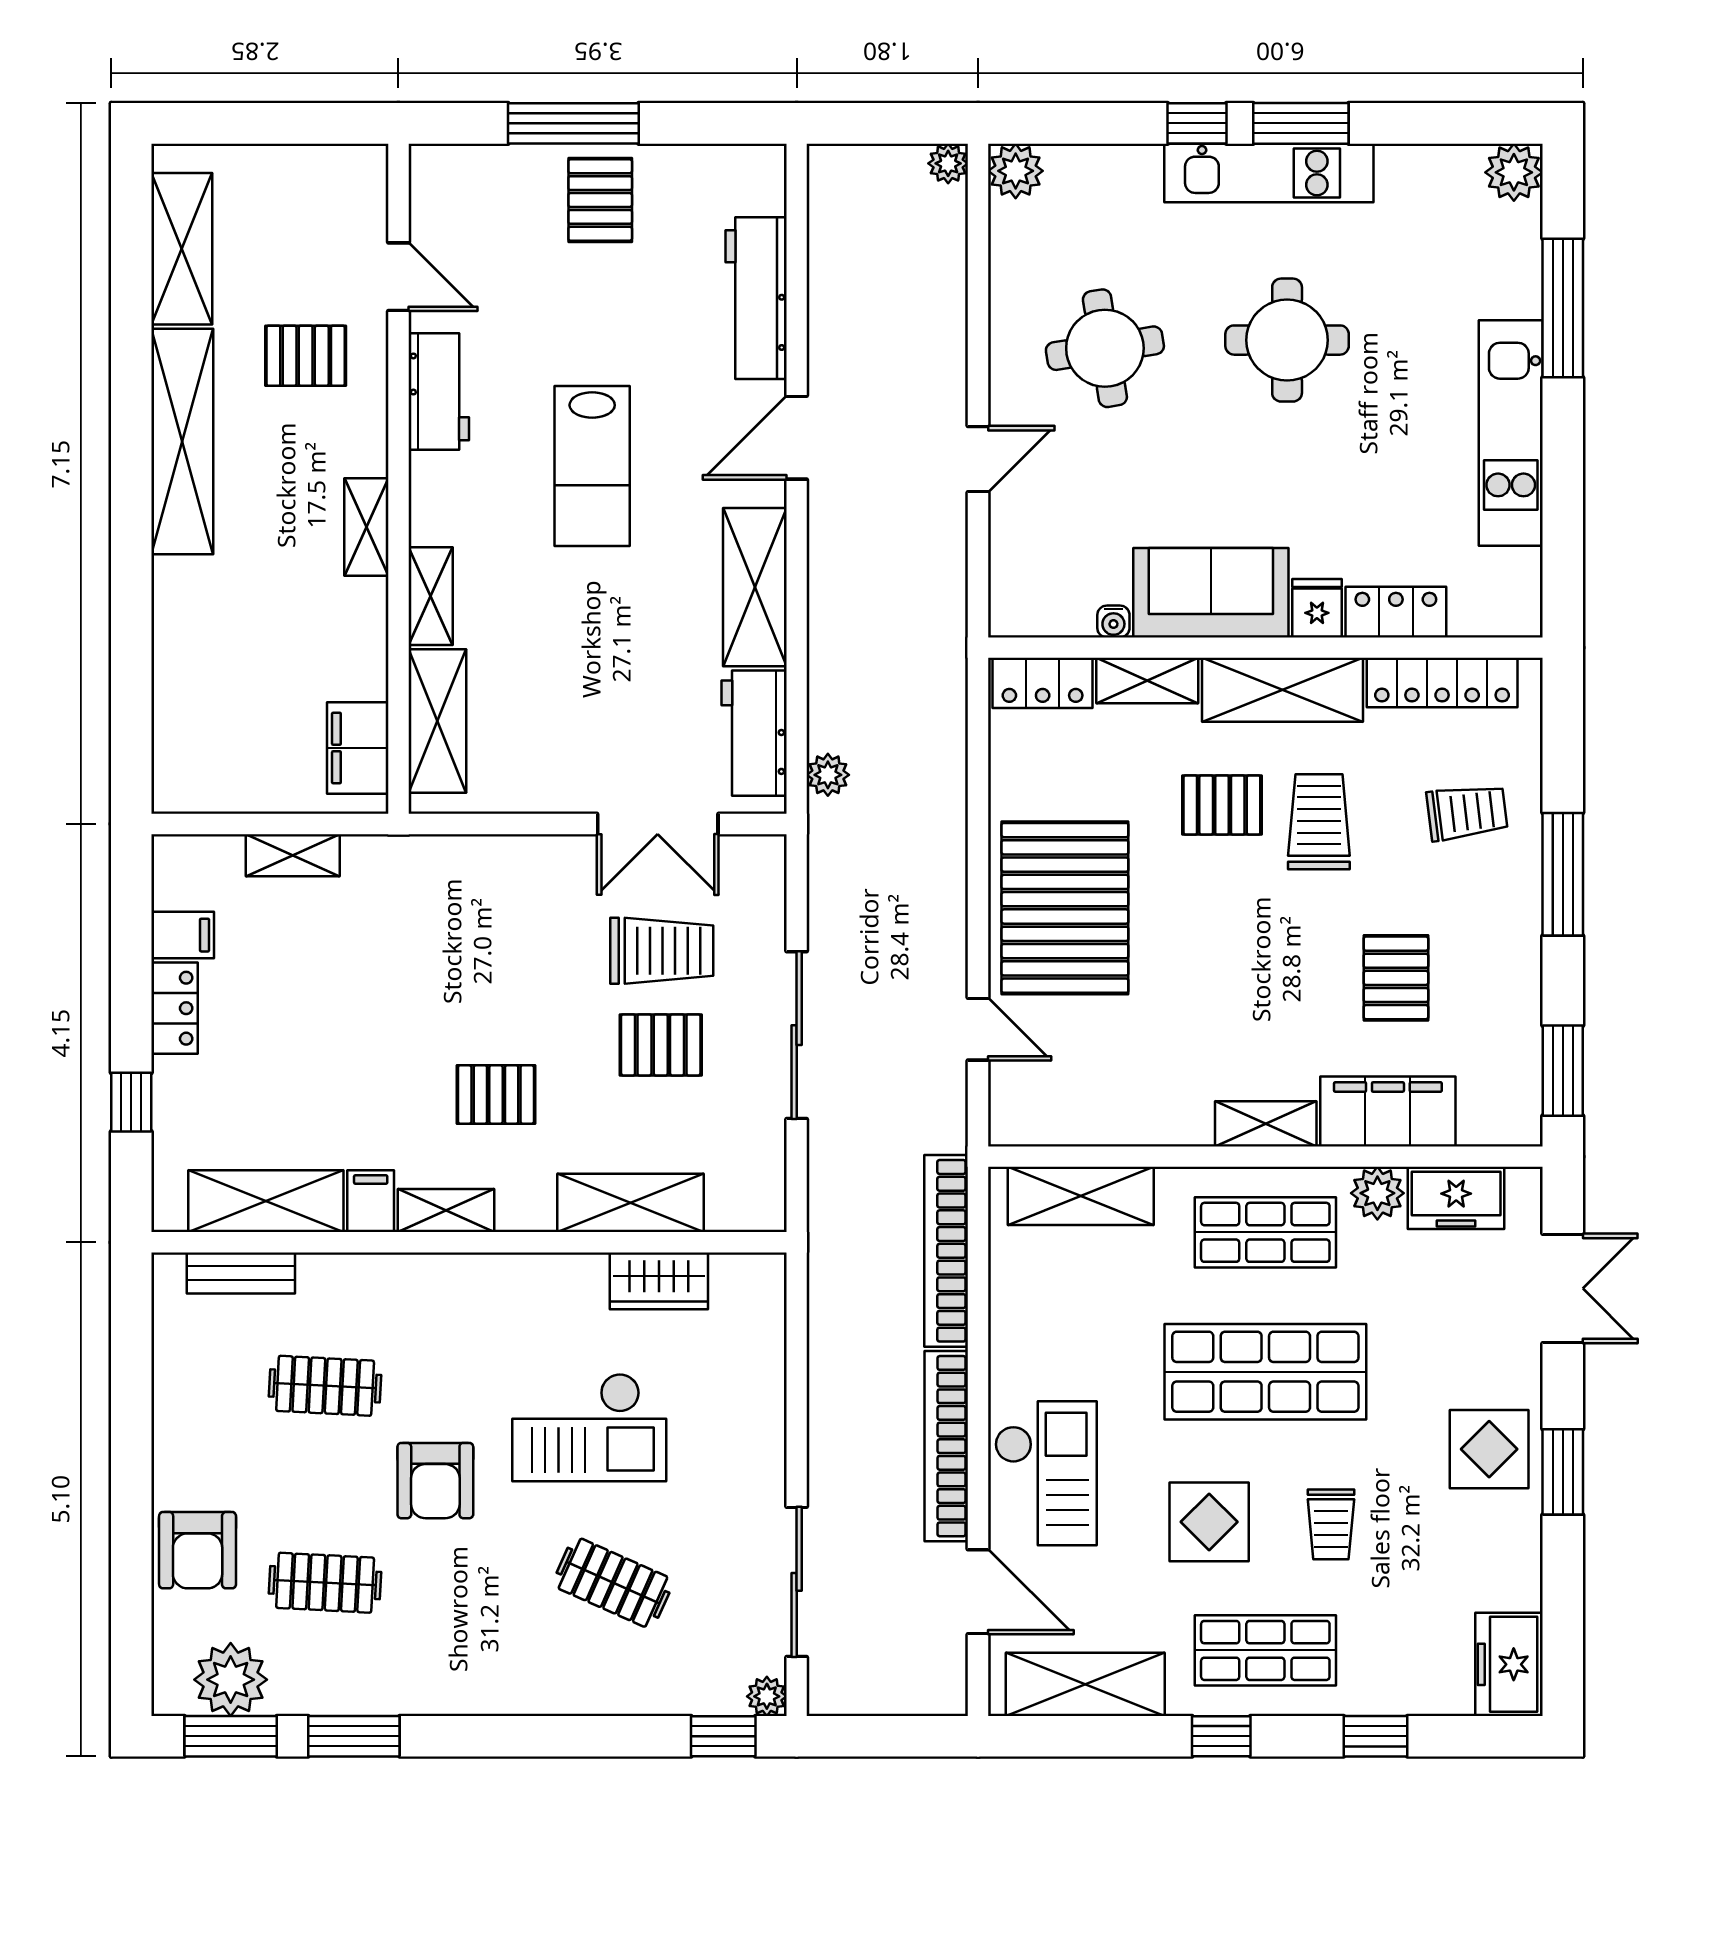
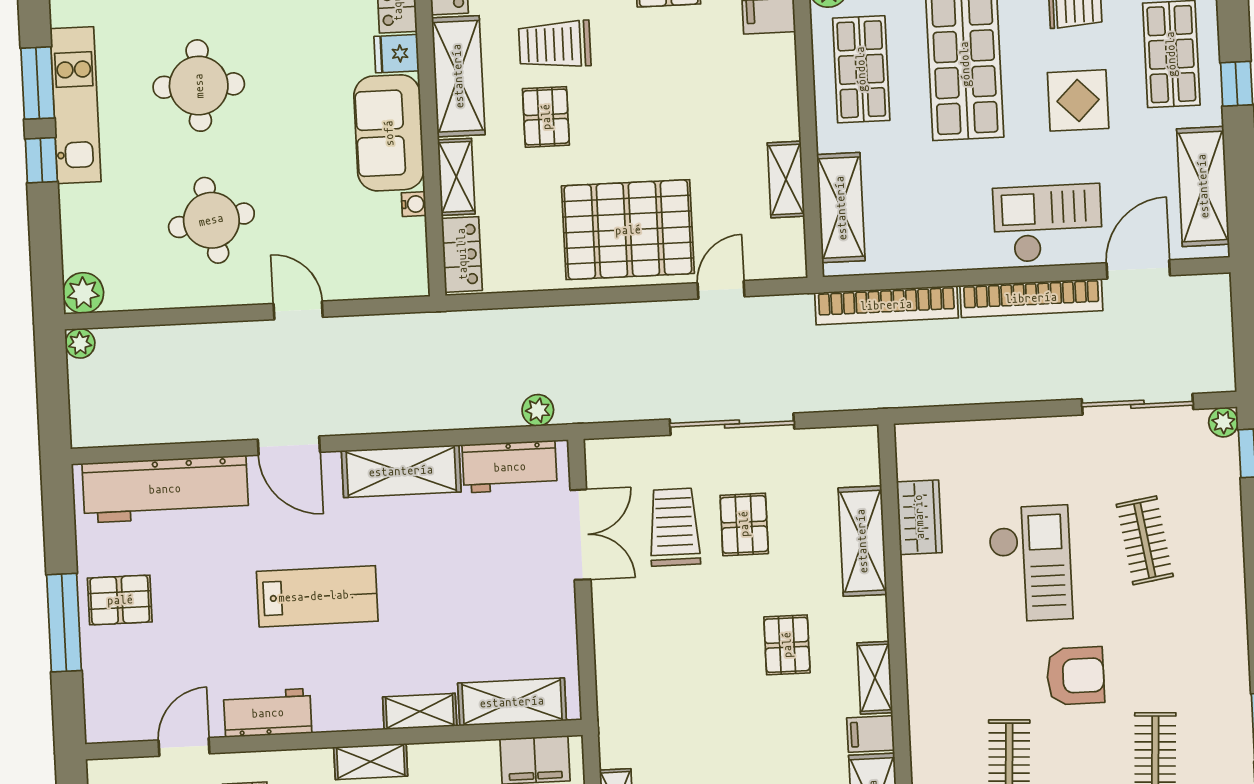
workbench: (756, 298) -> (165, 489), width x1.36, depth x1.32
shelving: (1266, 1124) -> (786, 179), moved
clothes rail: (613, 1583) -> (1145, 540), turned -33

